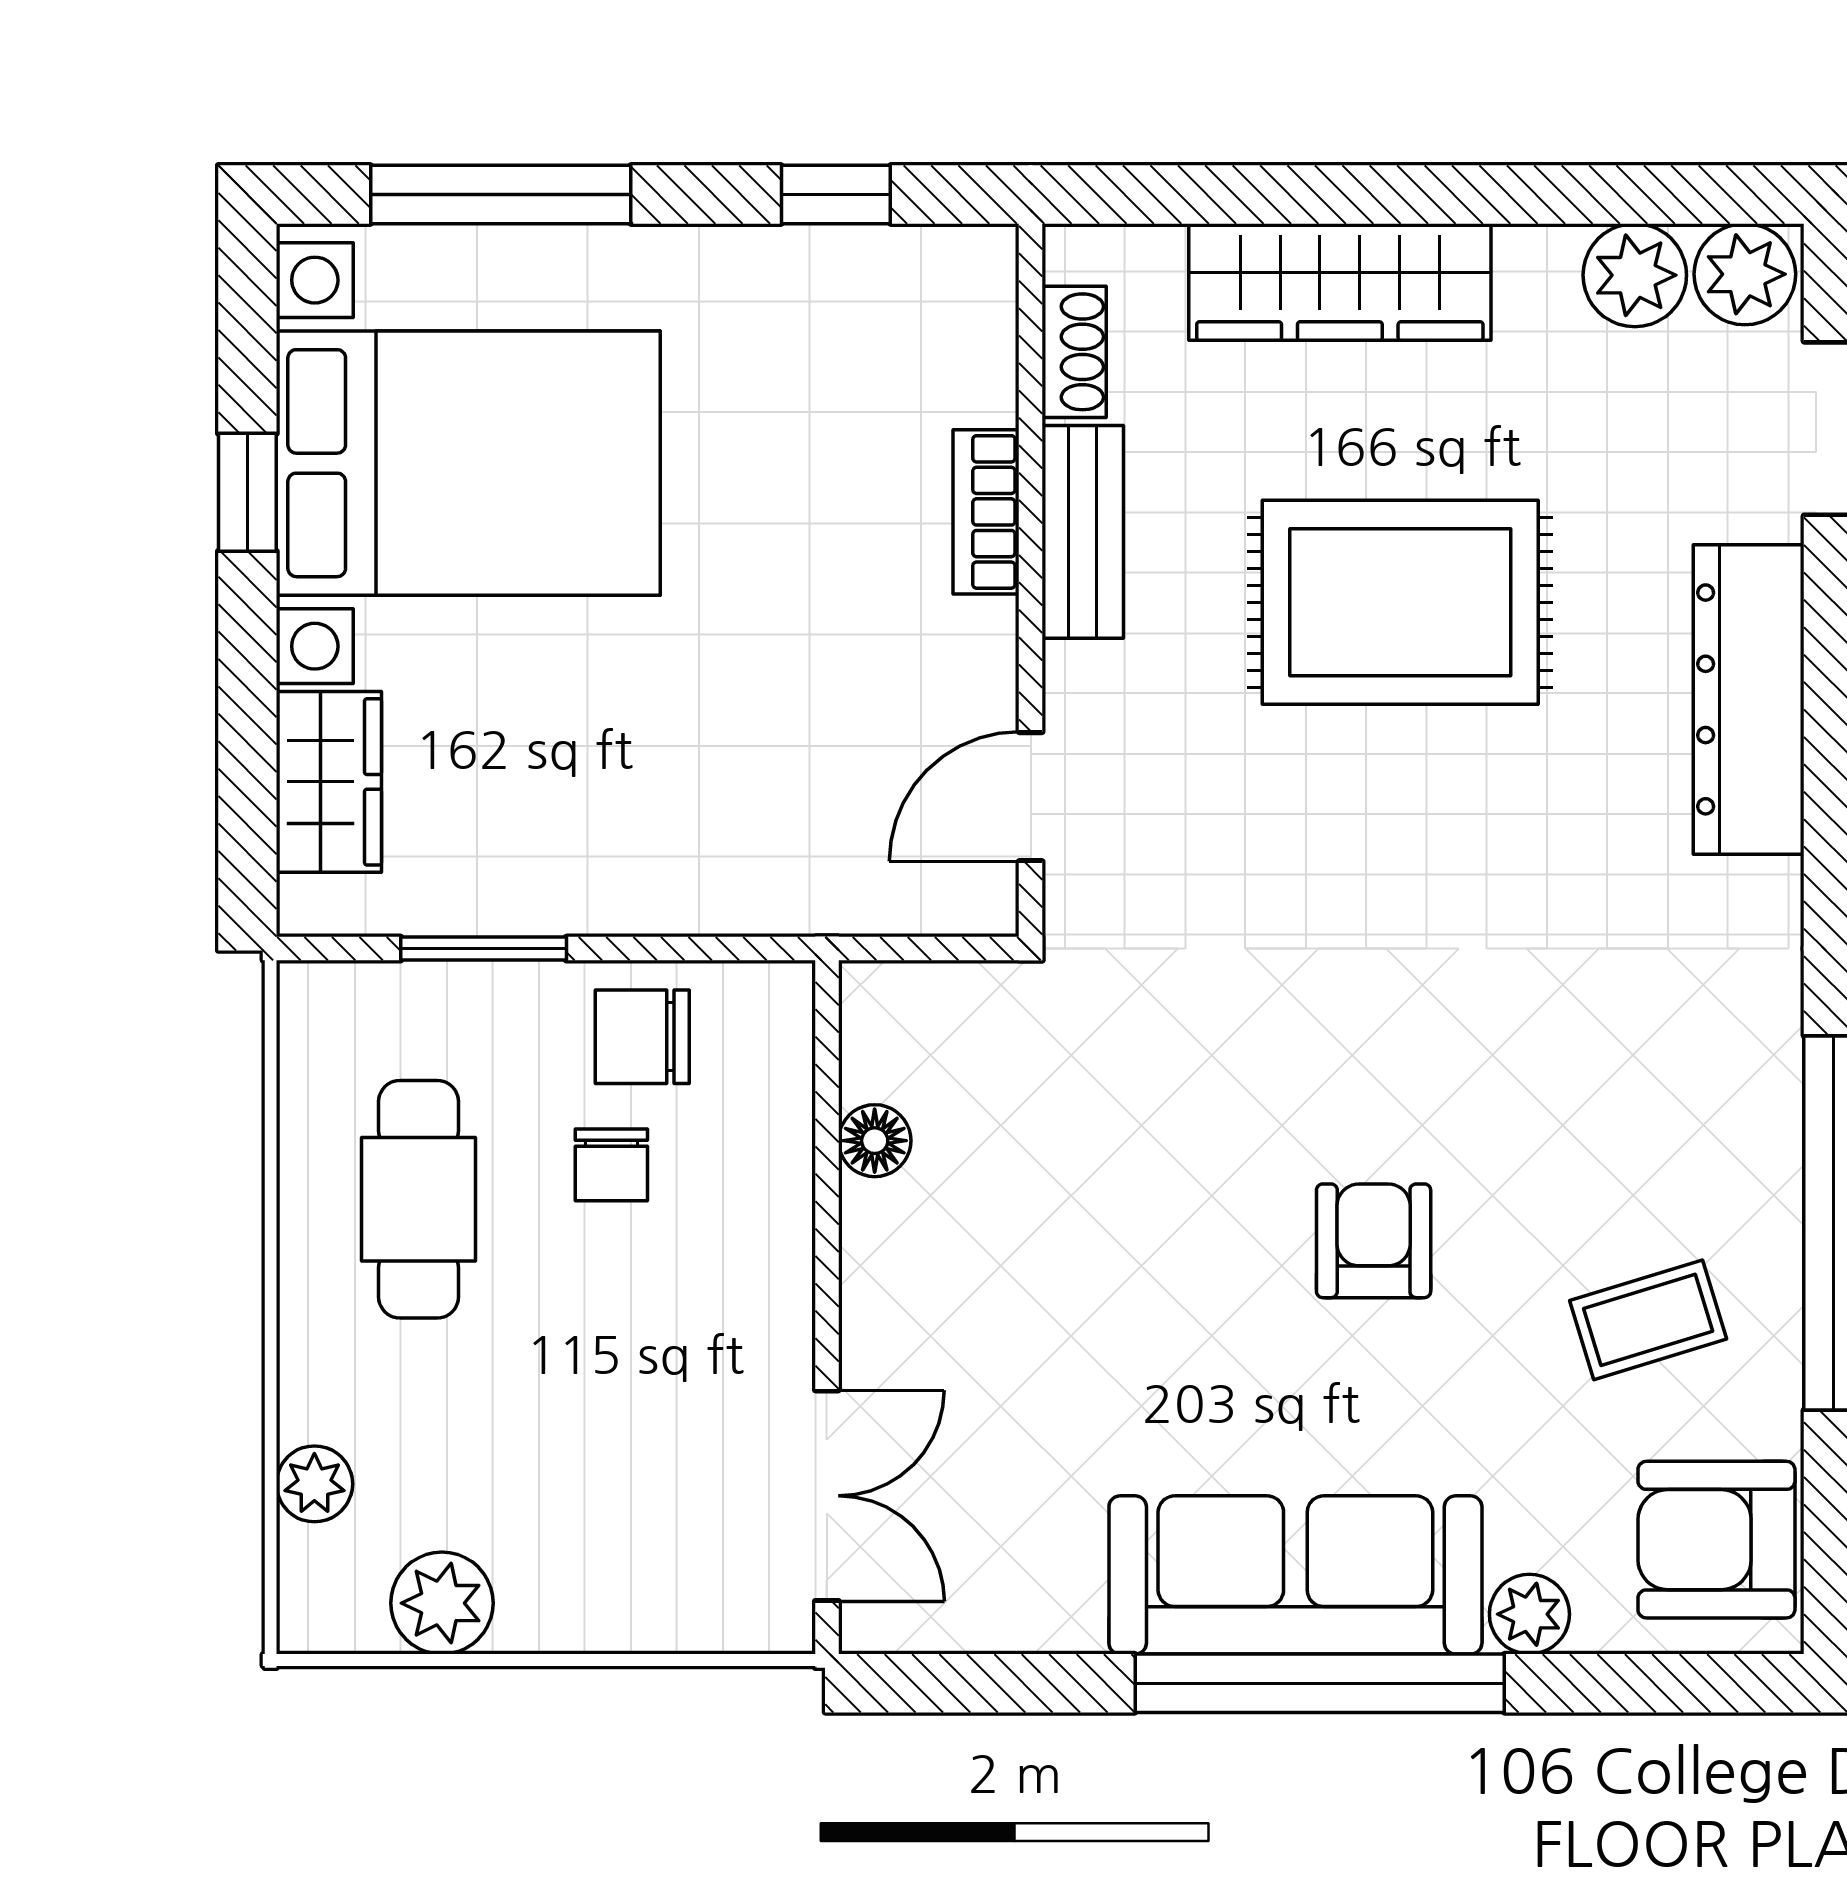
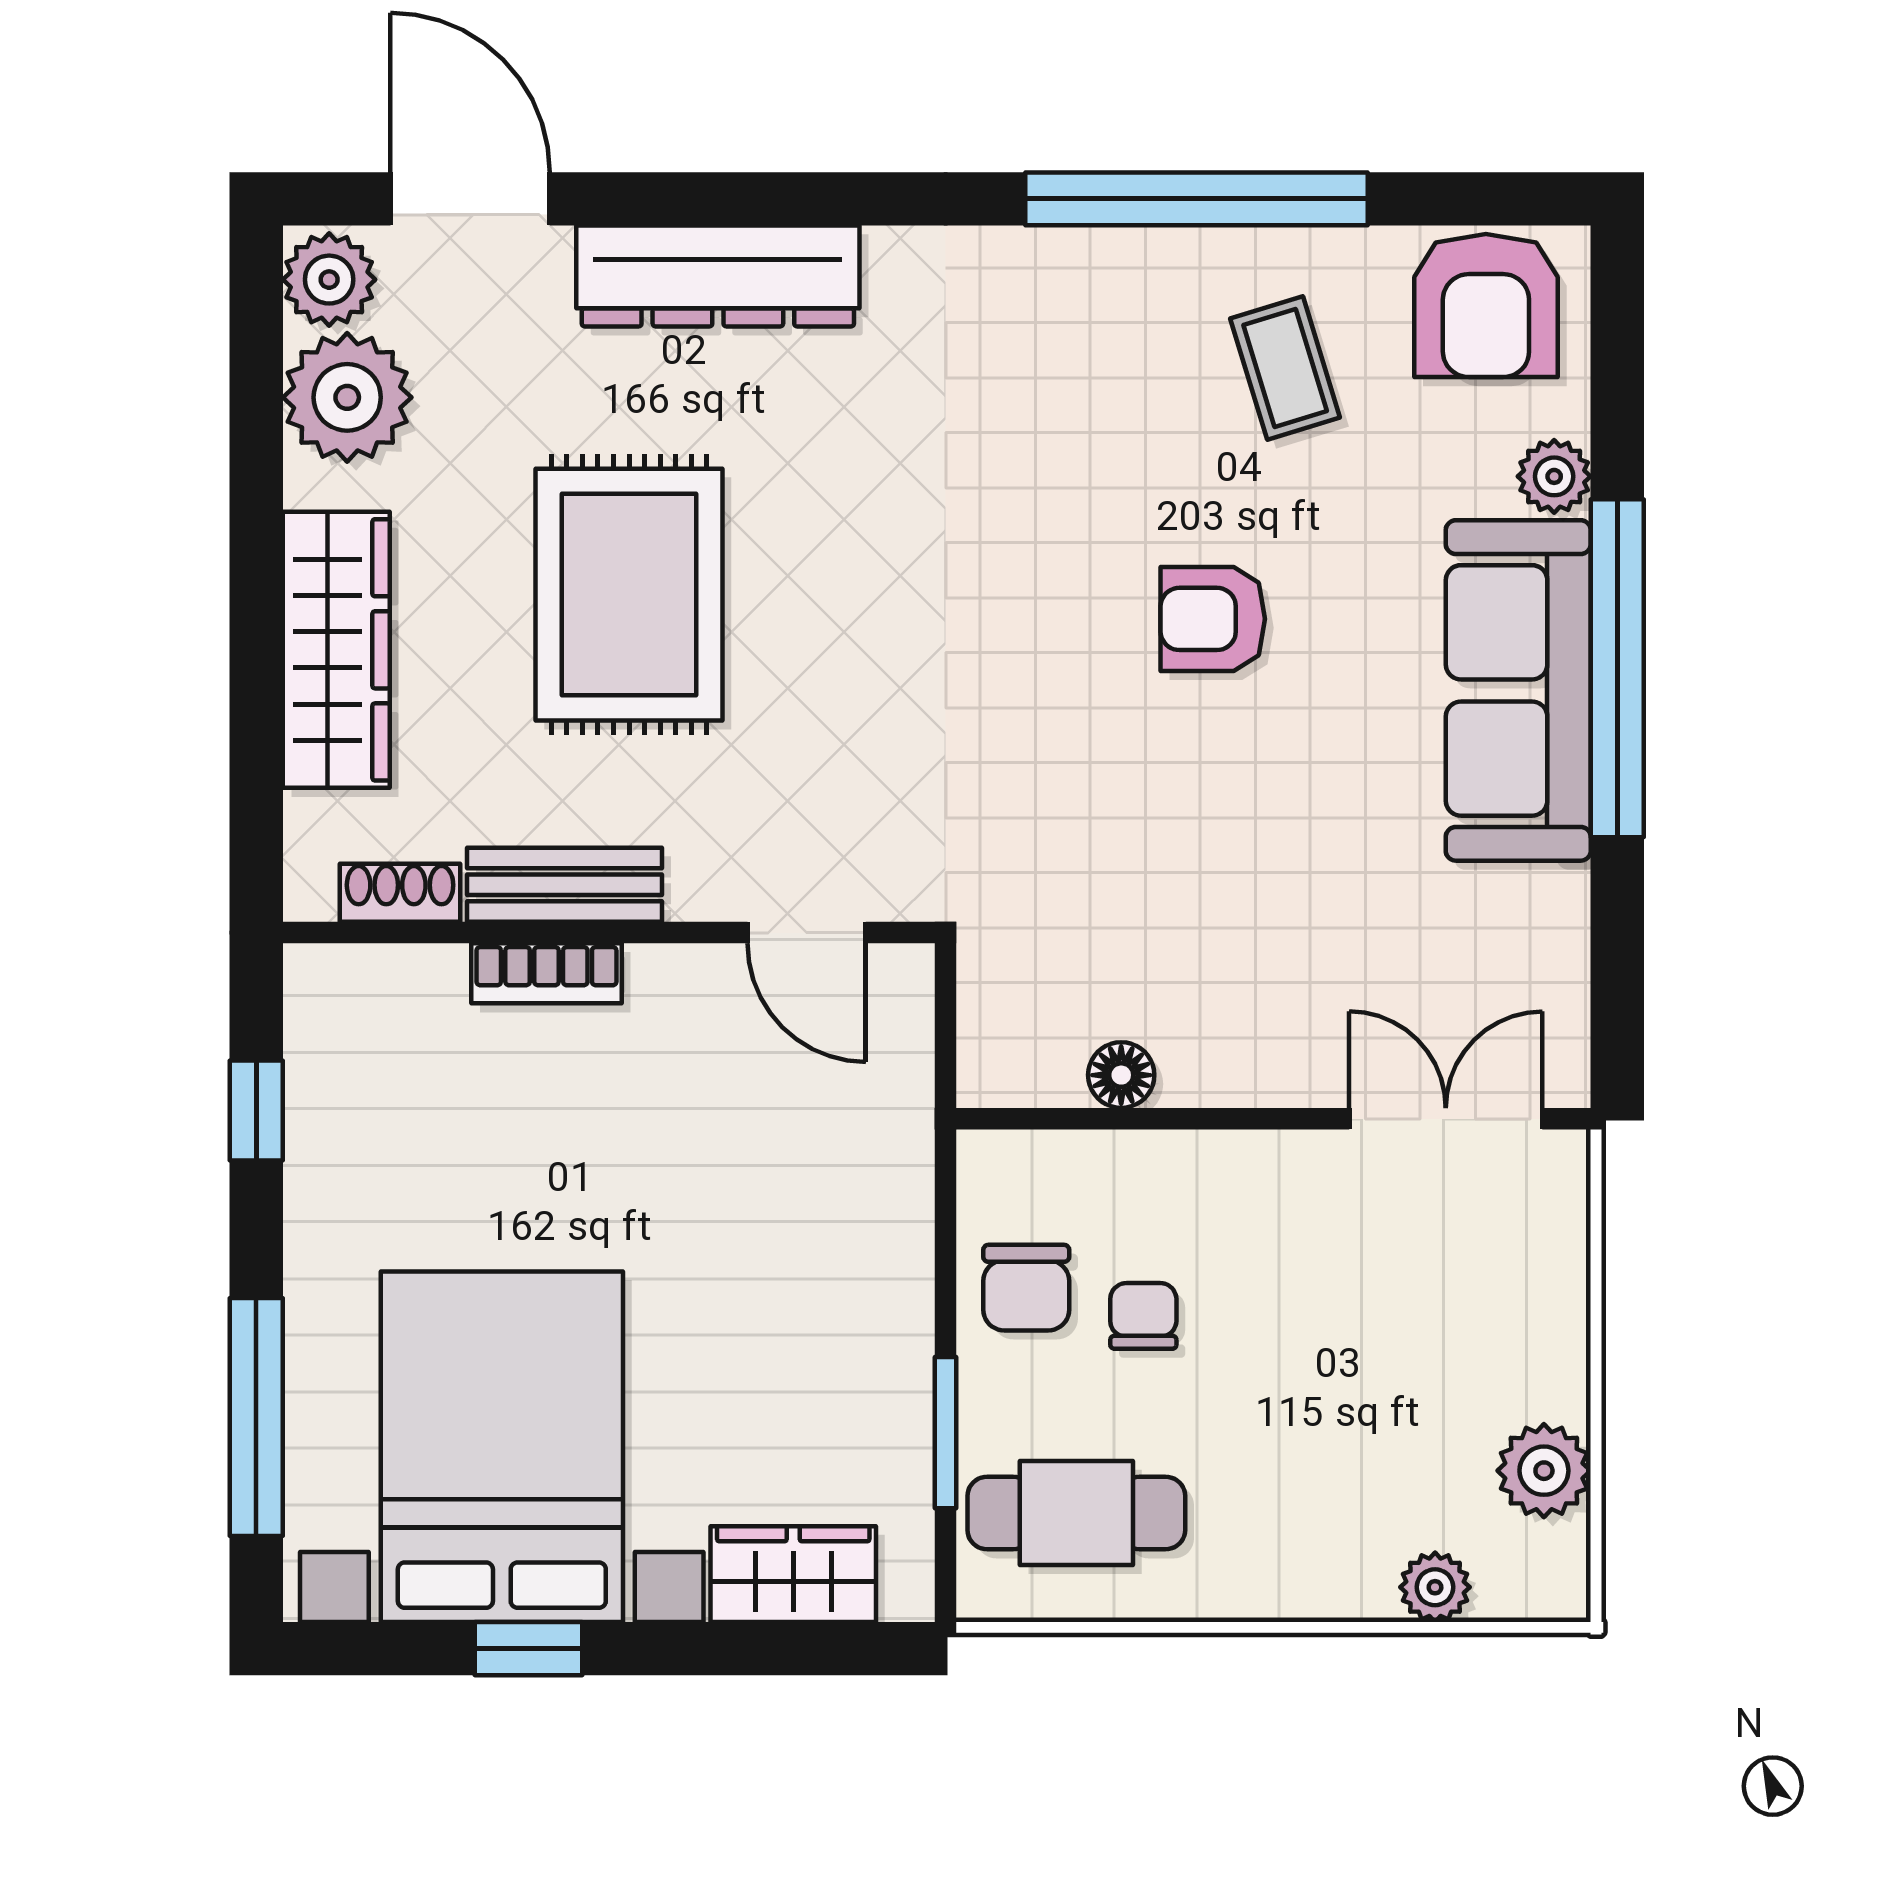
plant: (1635, 275) -> (347, 397), width x1.36, depth x1.36
chair: (611, 1165) -> (1143, 1316), turned -90
cafe table: (419, 1199) -> (1076, 1513), moved

